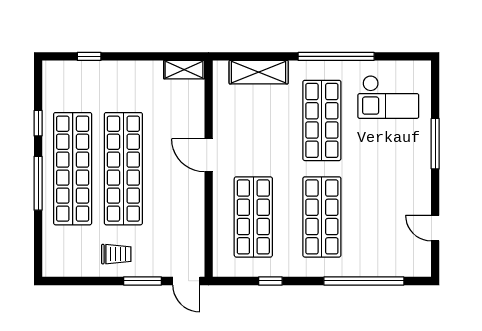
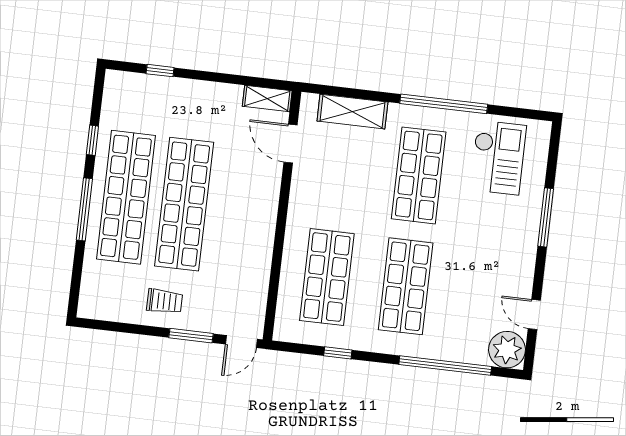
checkout: (388, 97) -> (498, 158), turned -90
door: (209, 155) -> (290, 144), moved
plant: (415, 261) -> (507, 350), added
door: (186, 281) -> (241, 342), hinge flipped

